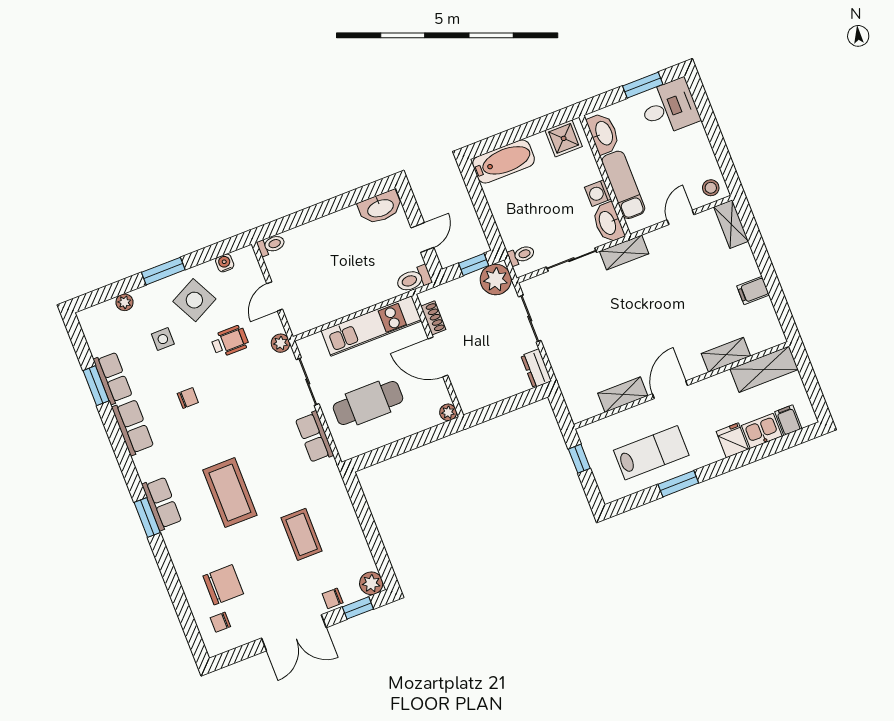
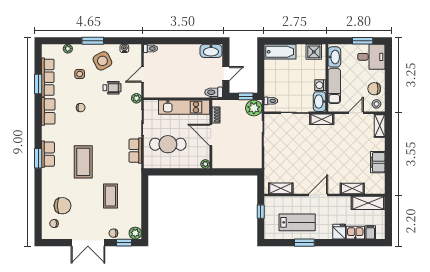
chair: (696, 162) -> (374, 89), added
filing cabinet: (753, 290) -> (378, 162), width x2.00
dresser: (536, 368) -> (257, 159), removed
row of seats: (113, 378) -> (48, 77), width x1.48
shelving: (623, 395) -> (281, 188), moved

